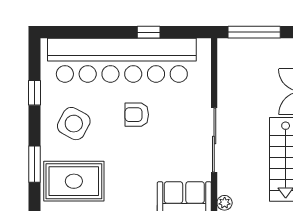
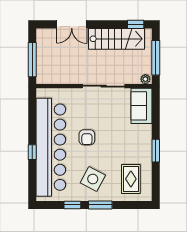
window: (149, 32) -> (32, 152), moved
window: (35, 164) -> (100, 205), moved
rug: (74, 181) -> (131, 179), width x0.73, depth x0.70

